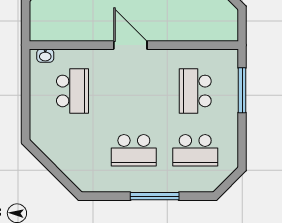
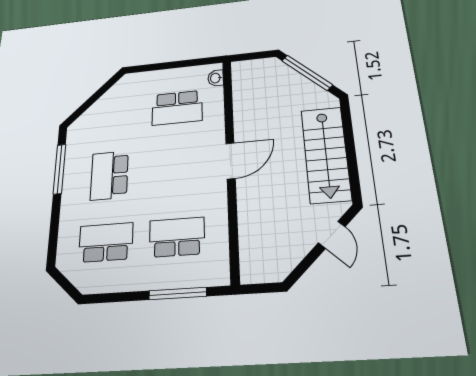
school desk: (195, 150) -> (106, 242), turned 90
window: (155, 196) -> (59, 169), moved

